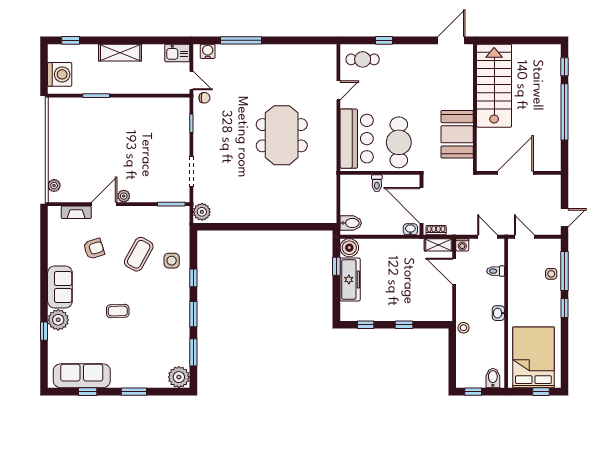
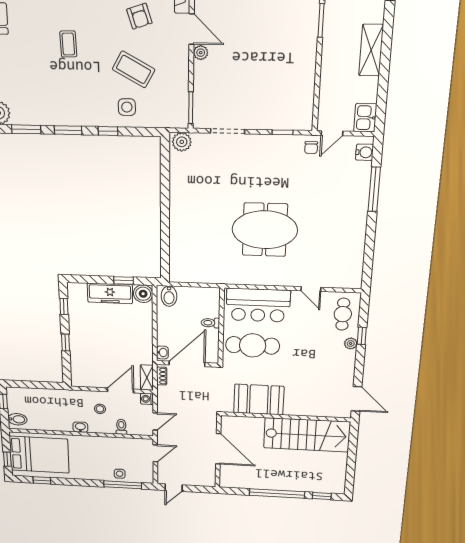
plant: (393, 50) -> (351, 343), added
door: (564, 218) -> (174, 488), hinge flipped
window: (564, 308) -> (42, 480), moved
stool: (463, 328) -> (100, 409), moved

